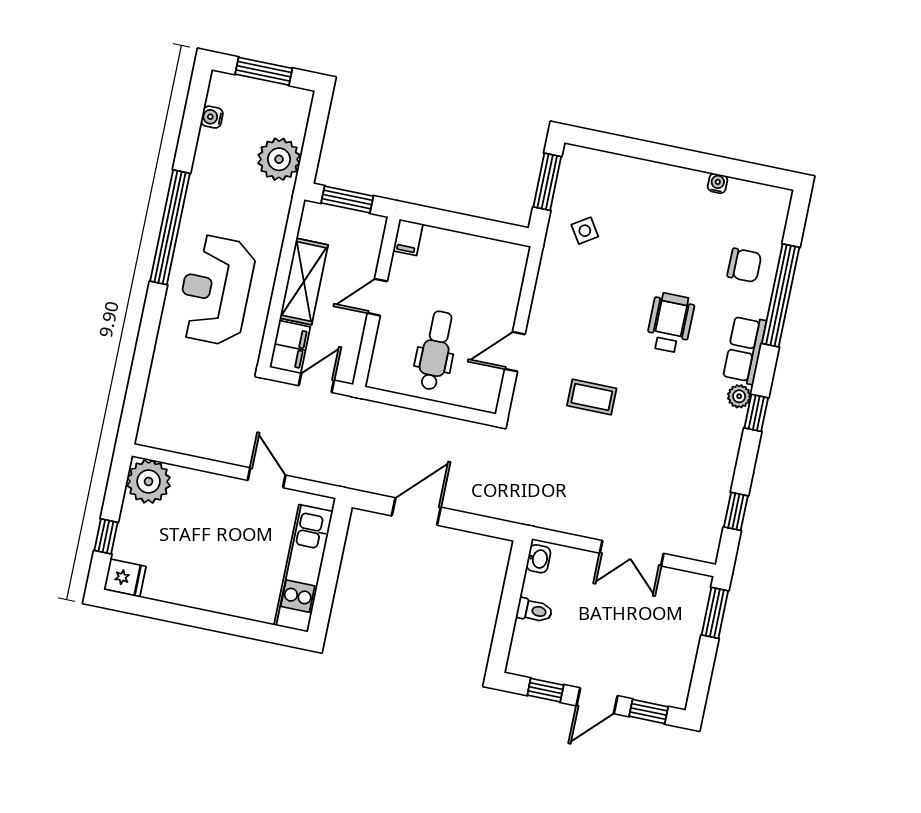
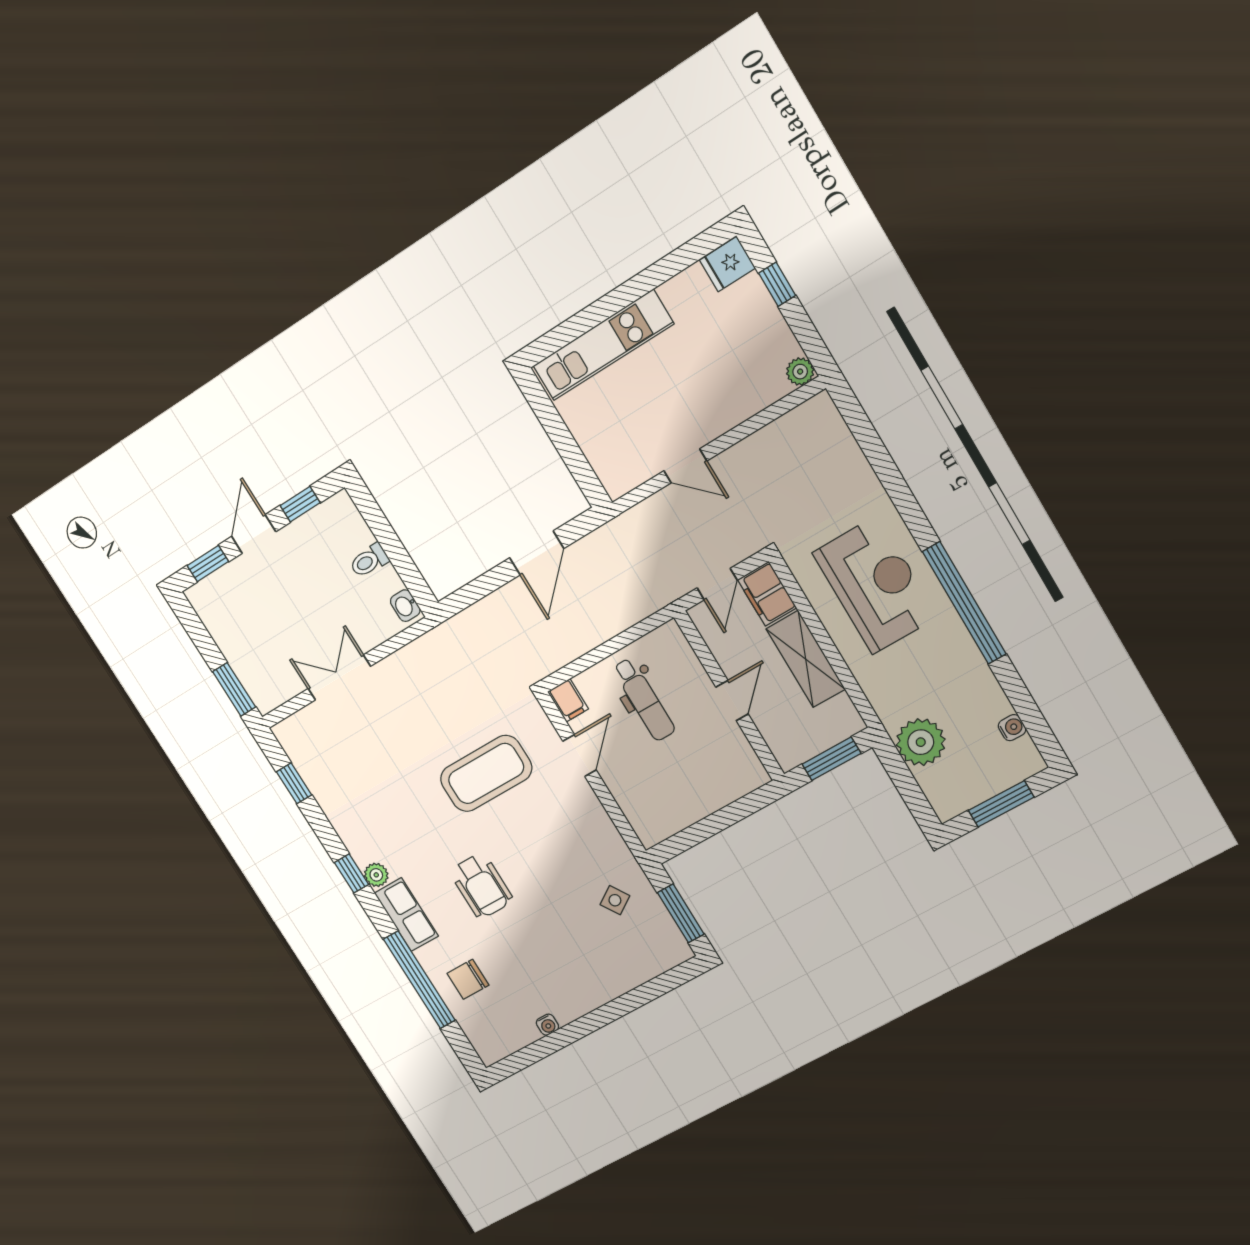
filing cabinet: (408, 237) -> (568, 700), moved, turned 180
coffee table: (592, 397) -> (486, 774), width x1.86, depth x1.72
plant: (149, 481) -> (800, 372), width x0.53, depth x0.53
kitchen unit: (303, 568) -> (603, 345), moved, turned 90

